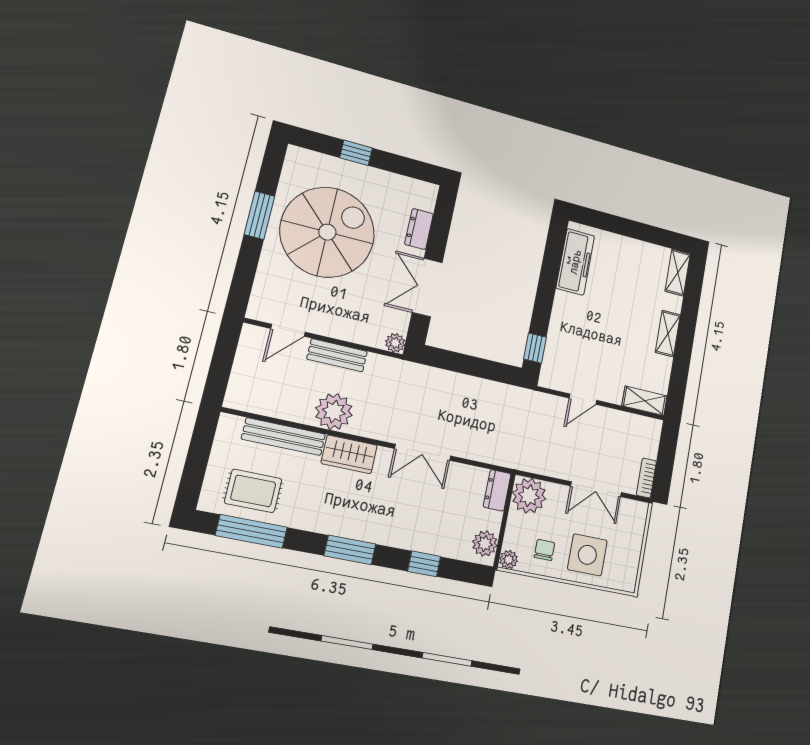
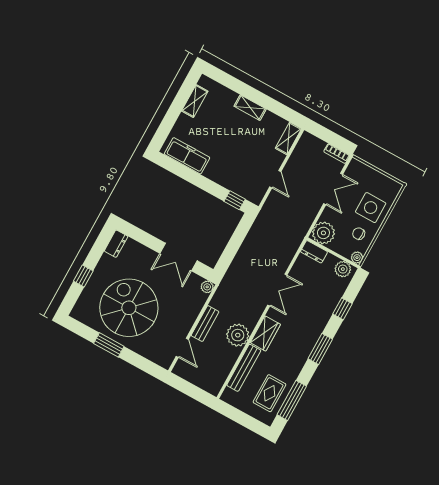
dresser: (419, 229) -> (116, 244), moved, turned -90
shelving: (678, 272) -> (195, 101), moved, turned 90

